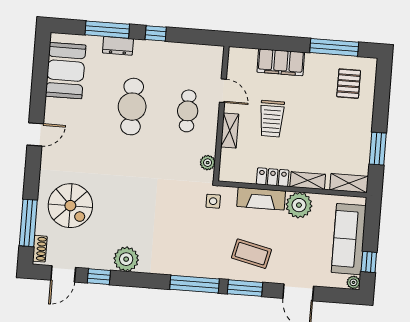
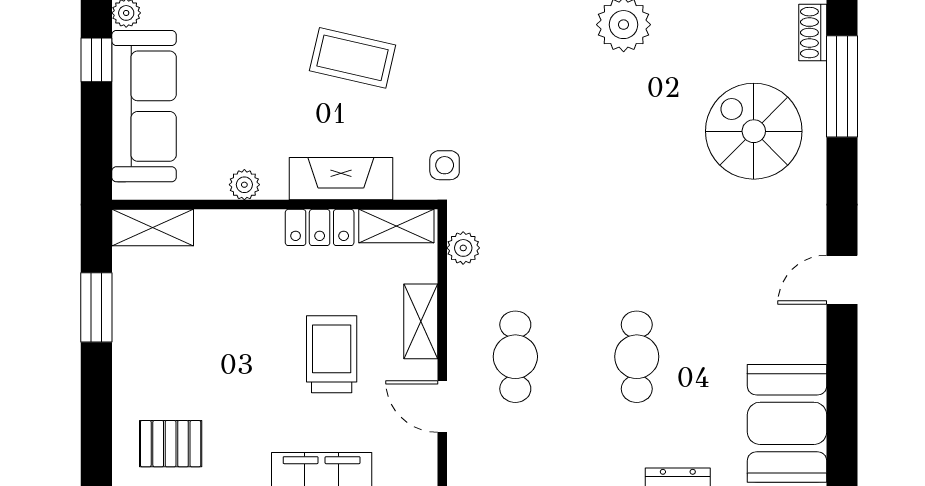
pallet: (349, 84) -> (171, 444), turned 90
cafe table: (132, 107) -> (637, 357), width x0.73, depth x0.74
shelving: (308, 181) -> (396, 226), moved
plant: (299, 205) -> (244, 185), width x0.53, depth x0.53

